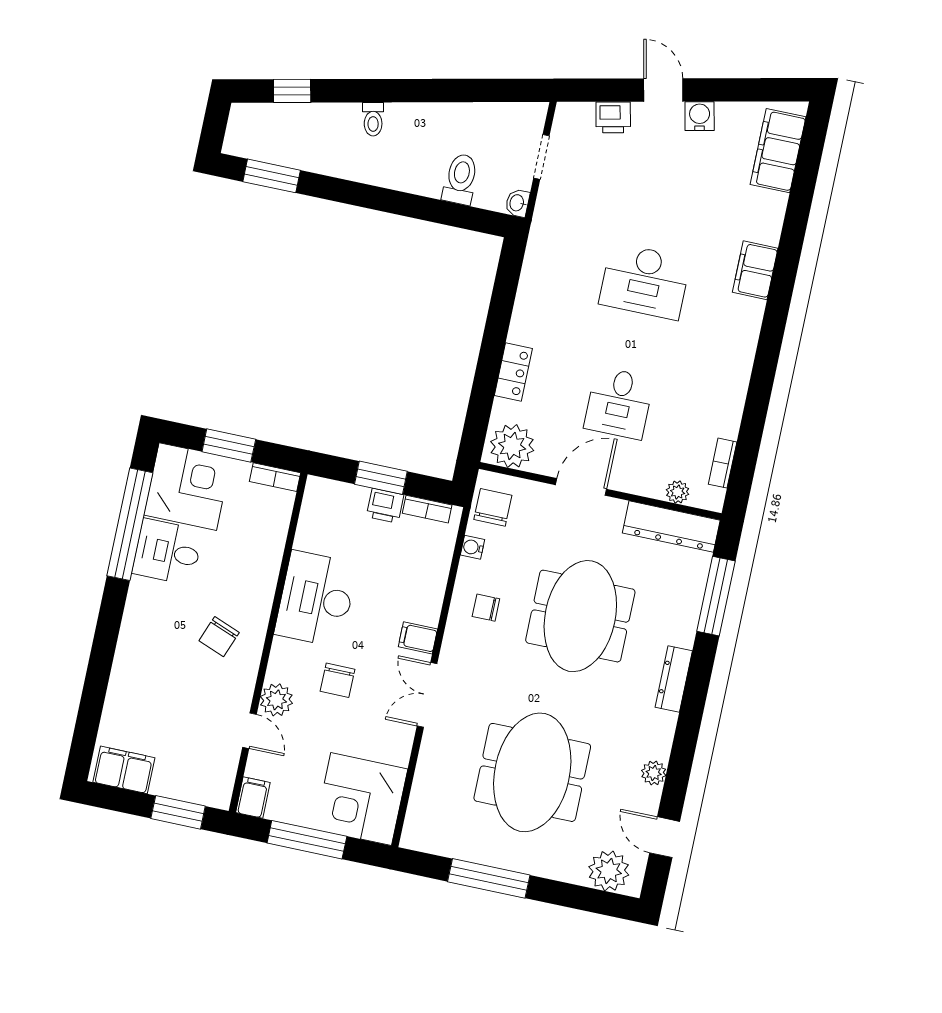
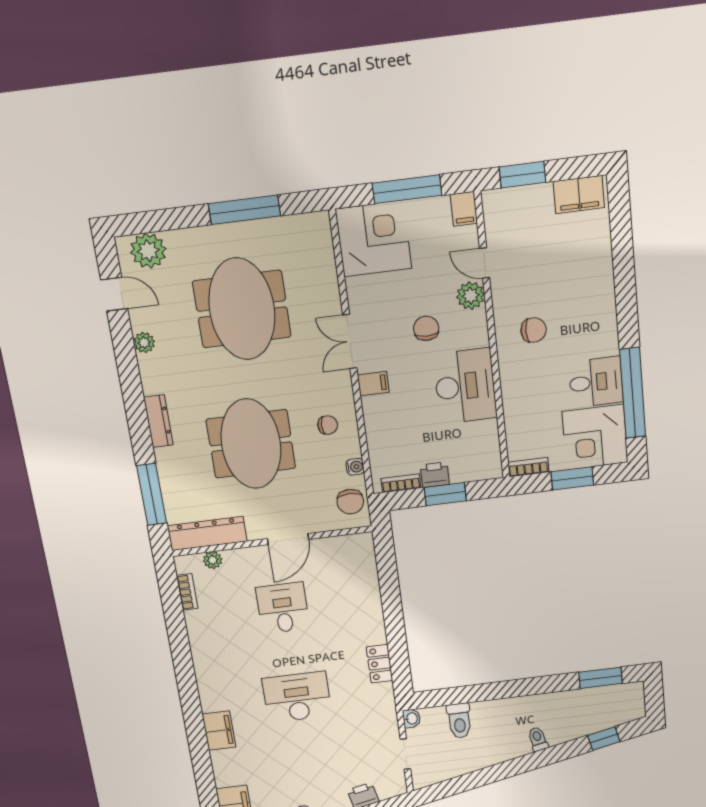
locker: (513, 372) -> (379, 664), moved
plant: (512, 446) -> (352, 551), removed
chair: (219, 637) -> (534, 330), turned 69
double door: (427, 695) -> (350, 342), swing flipped

